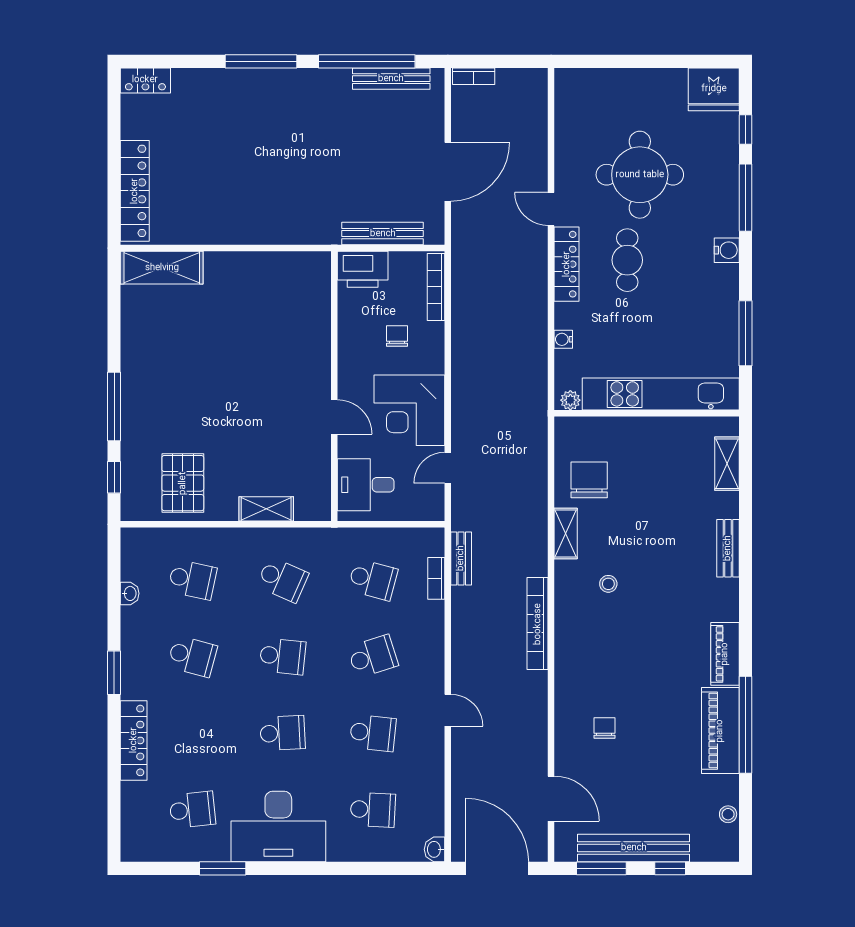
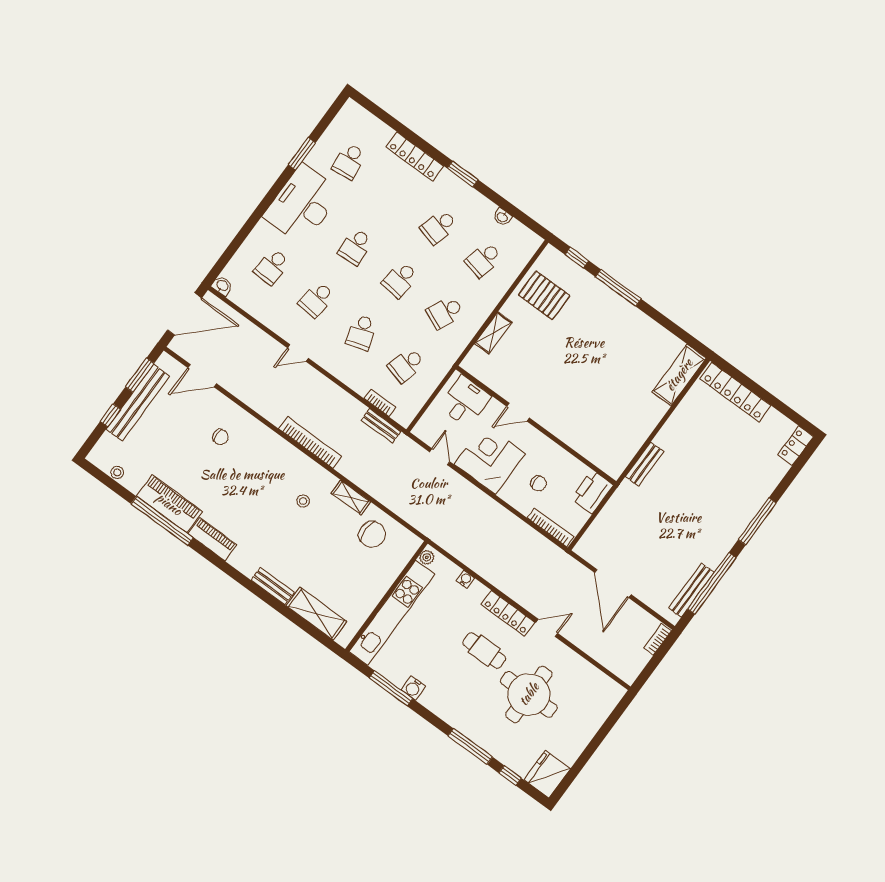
bench: (383, 234) -> (645, 464), moved, width x0.73
water cooler: (727, 250) -> (413, 688), moved
shelving: (727, 464) -> (317, 614), width x1.50, depth x1.33

